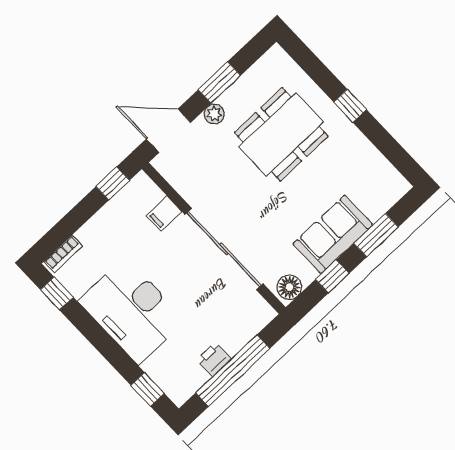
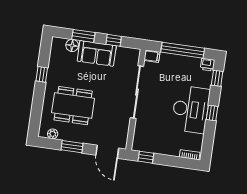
window: (350, 106) -> (42, 74), moved
plant: (214, 114) -> (53, 134), moved
filing cabinet: (164, 213) -> (152, 56), moved
floor lamp: (289, 287) -> (72, 45), moved
window: (57, 293) -> (212, 113), moved
printer: (214, 359) -> (208, 65), moved

